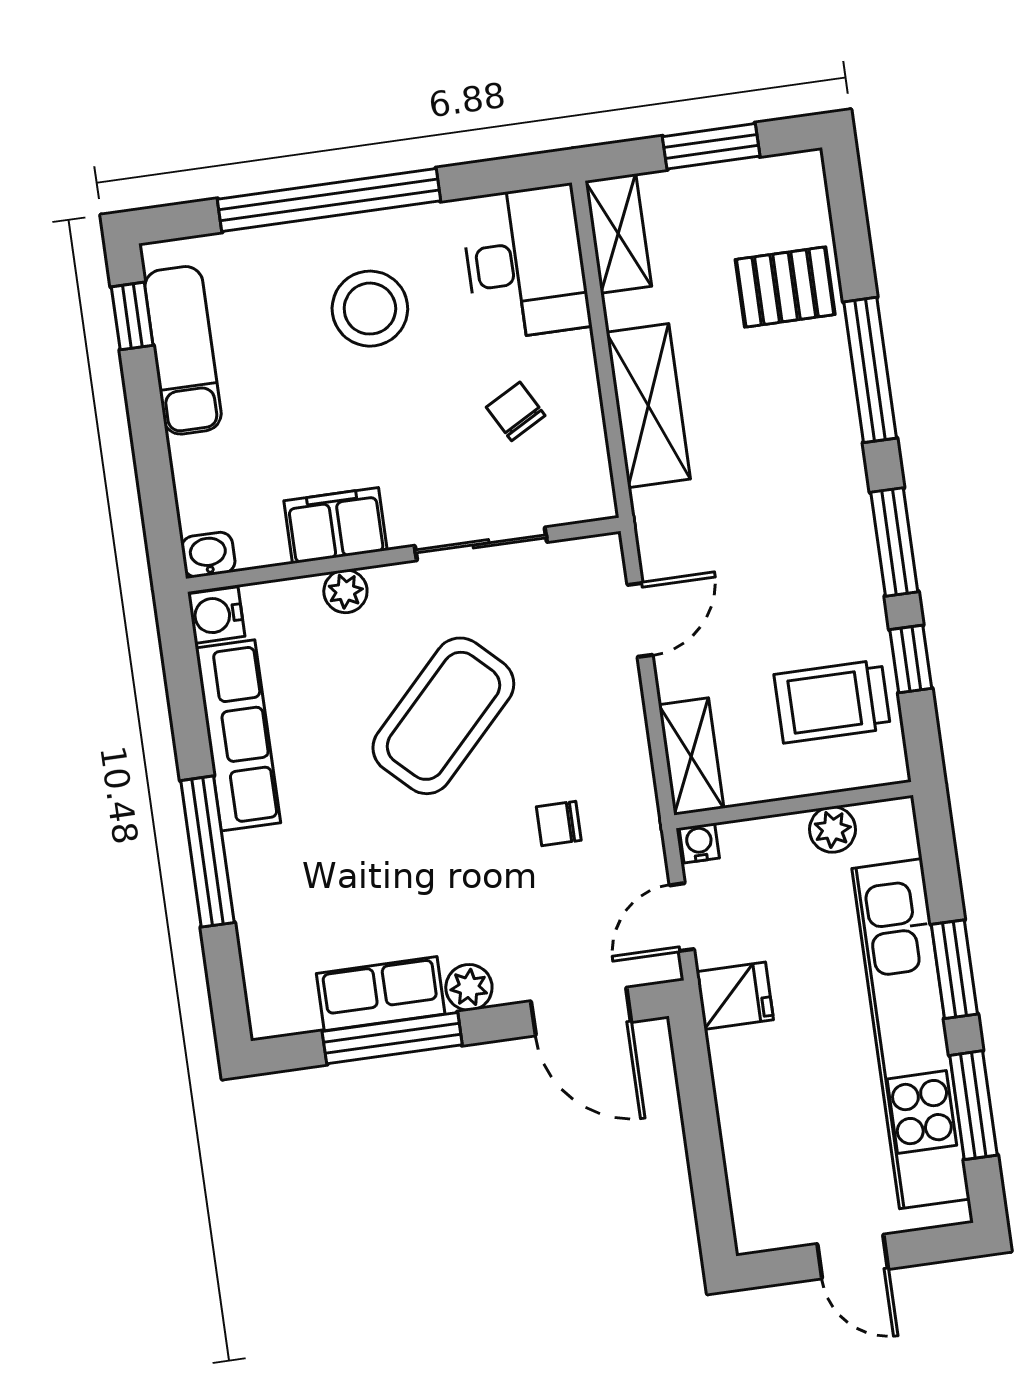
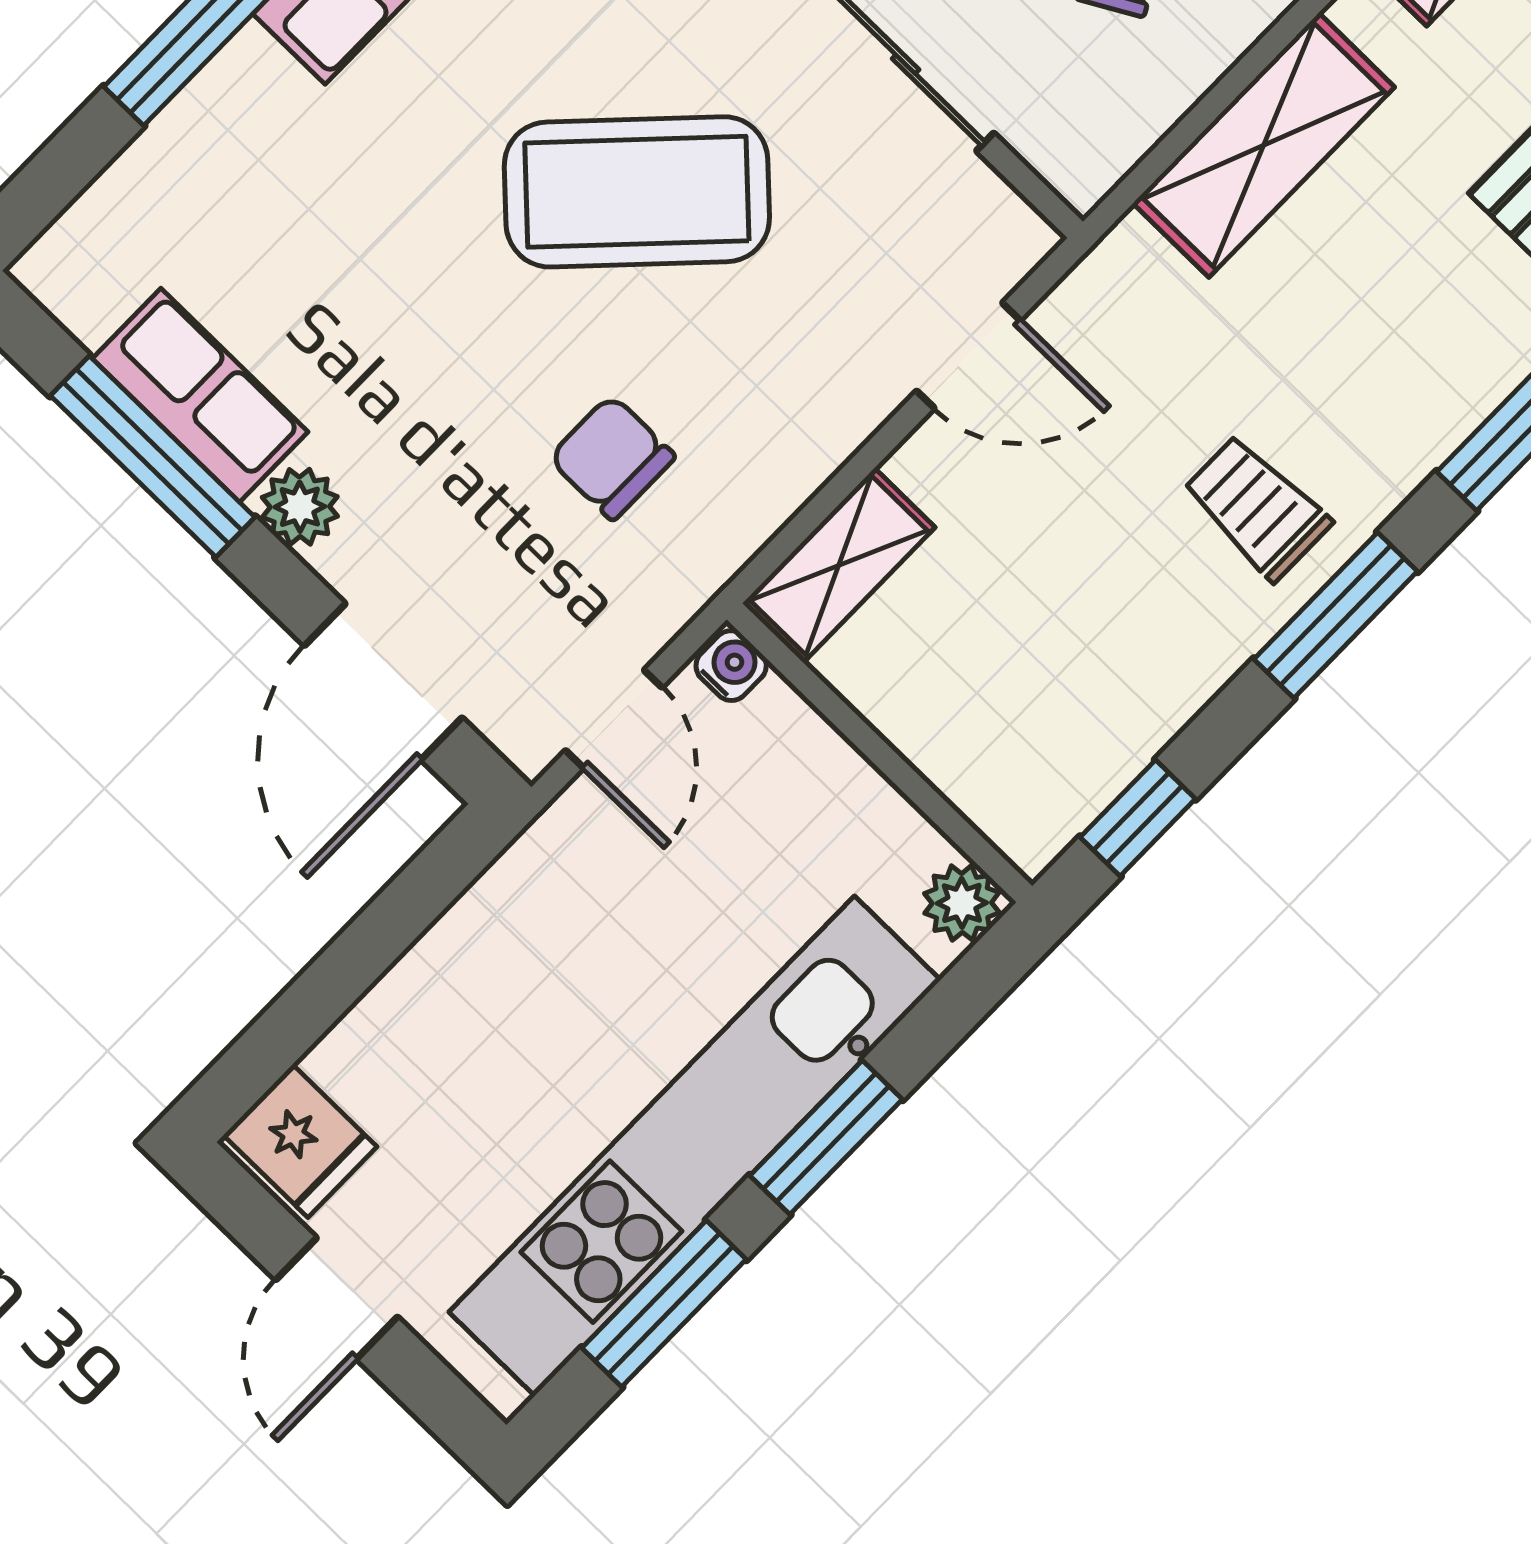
window: (911, 659) -> (1138, 818), moved
trolley: (832, 701) -> (1257, 507), moved, width x0.73, depth x0.72
chair: (559, 824) -> (612, 457), width x1.37, depth x1.37
plant: (832, 830) -> (962, 903), moved
door: (682, 917) -> (614, 719), swing flipped
fridge: (735, 996) -> (300, 1141), moved

